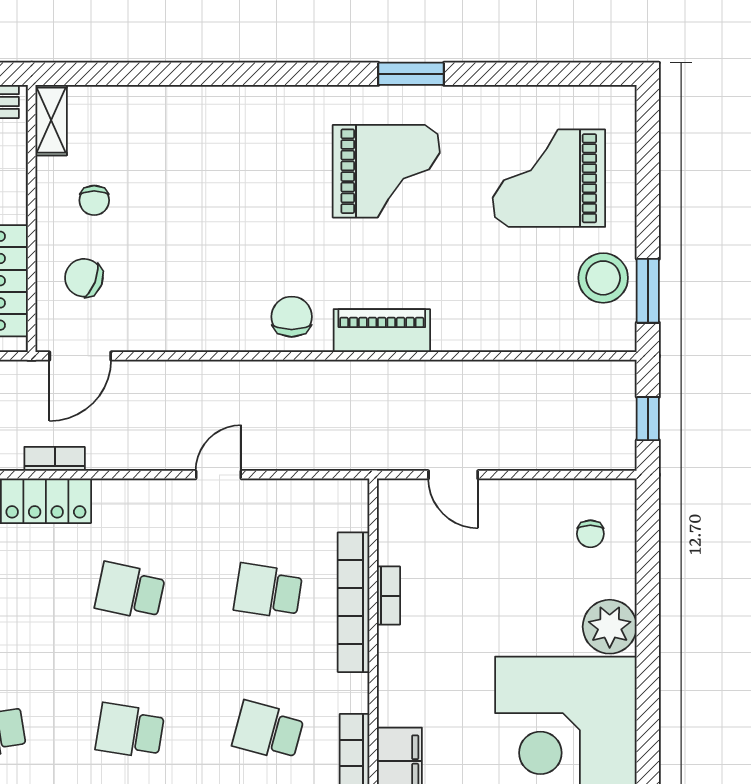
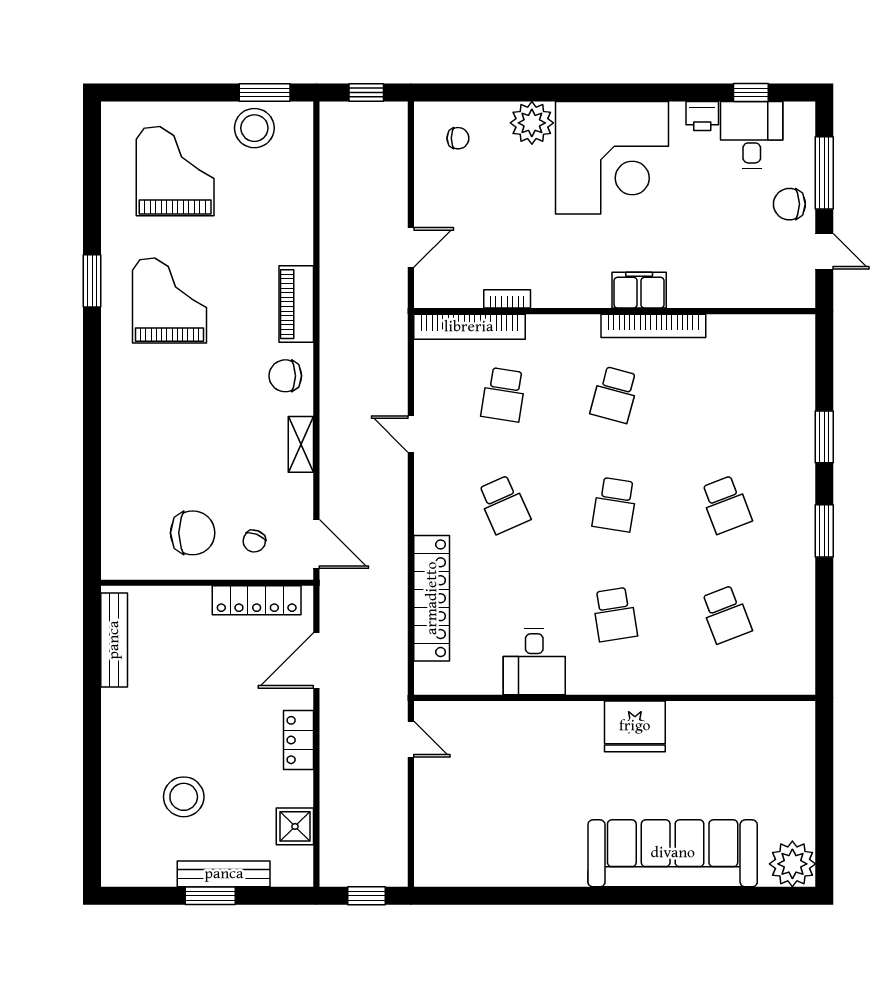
shelving: (51, 120) -> (301, 444), moved, turned 90
grand piano: (549, 178) -> (175, 171), turned 180
chair: (94, 200) -> (193, 533), width x1.87, depth x1.87
chair: (84, 278) -> (254, 541), width x0.73, depth x0.73
bookcase: (55, 459) -> (398, 564), removed
school desk: (130, 591) -> (504, 504), turned -36
bookcase: (353, 602) -> (469, 327), moved

